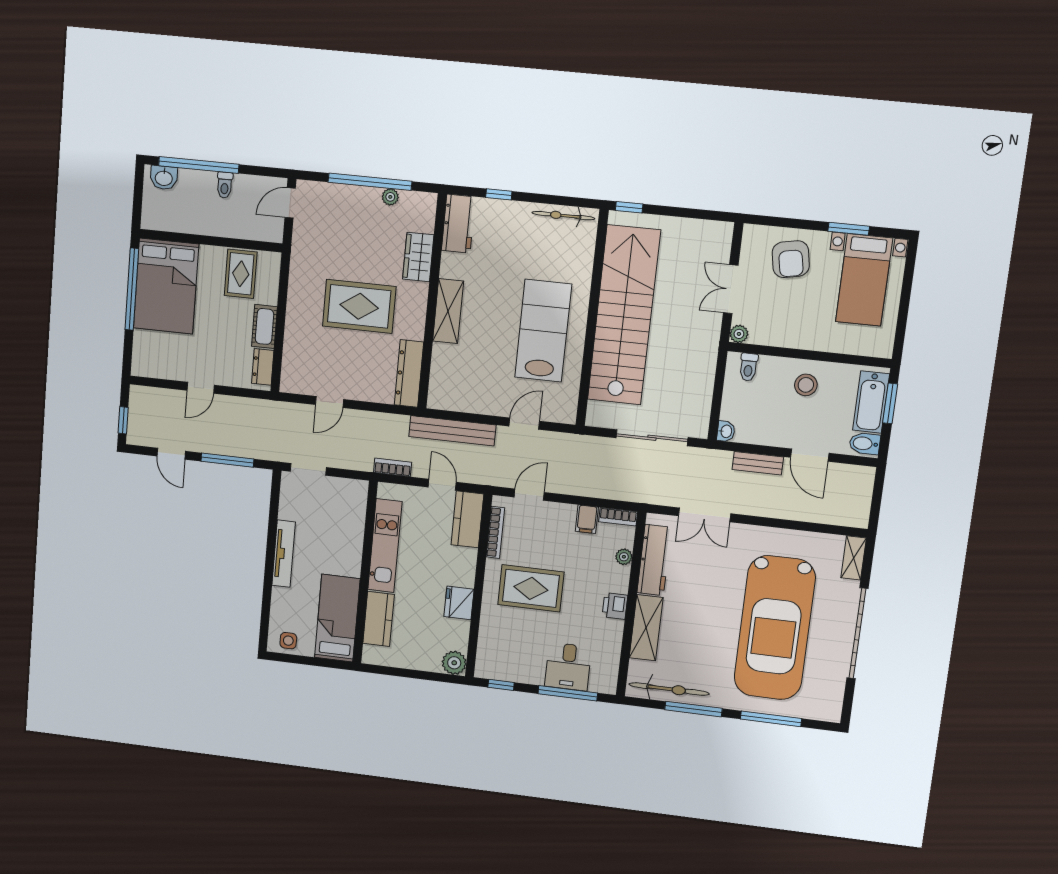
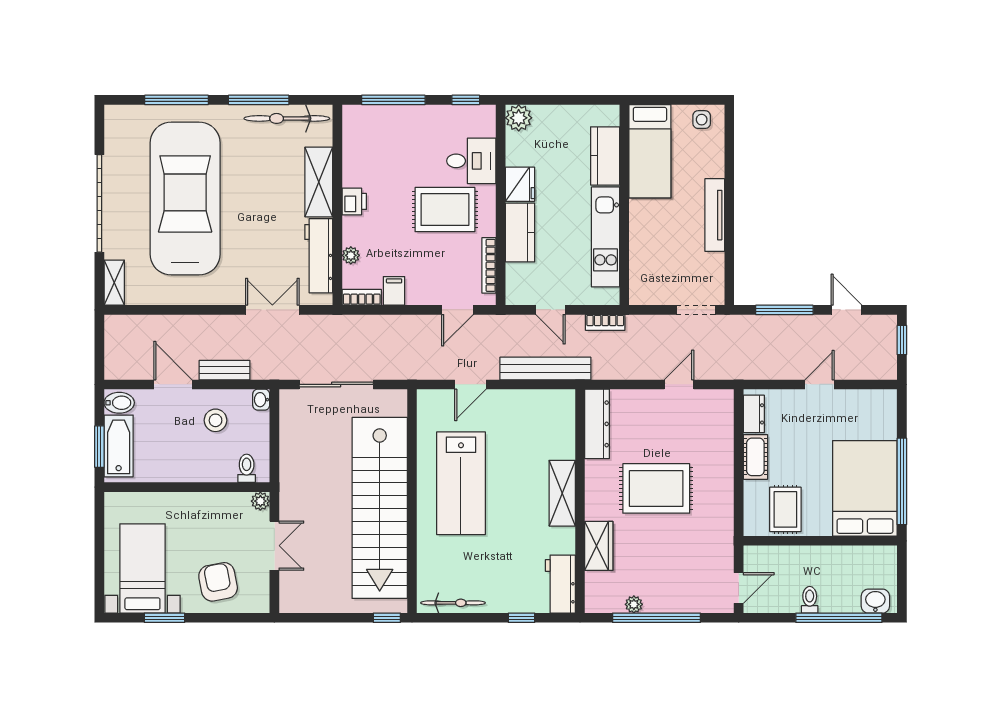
stool: (806, 385) -> (216, 420), moved
kitchen counter: (467, 519) -> (520, 233), moved
desk: (568, 667) -> (471, 161), moved, turned 90

